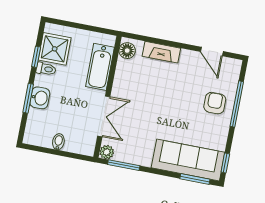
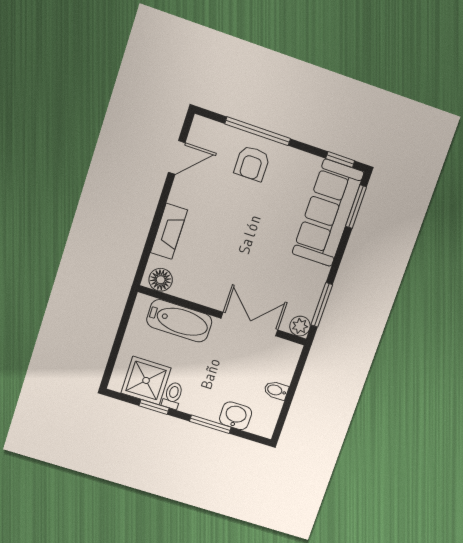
washbasin: (40, 98) -> (236, 416), moved
armchair: (215, 103) -> (252, 163), turned -90

